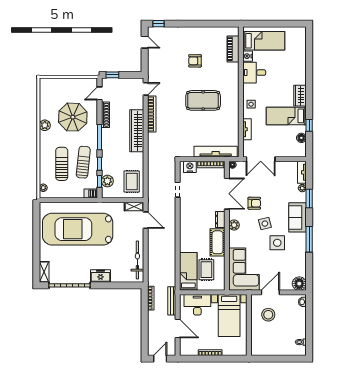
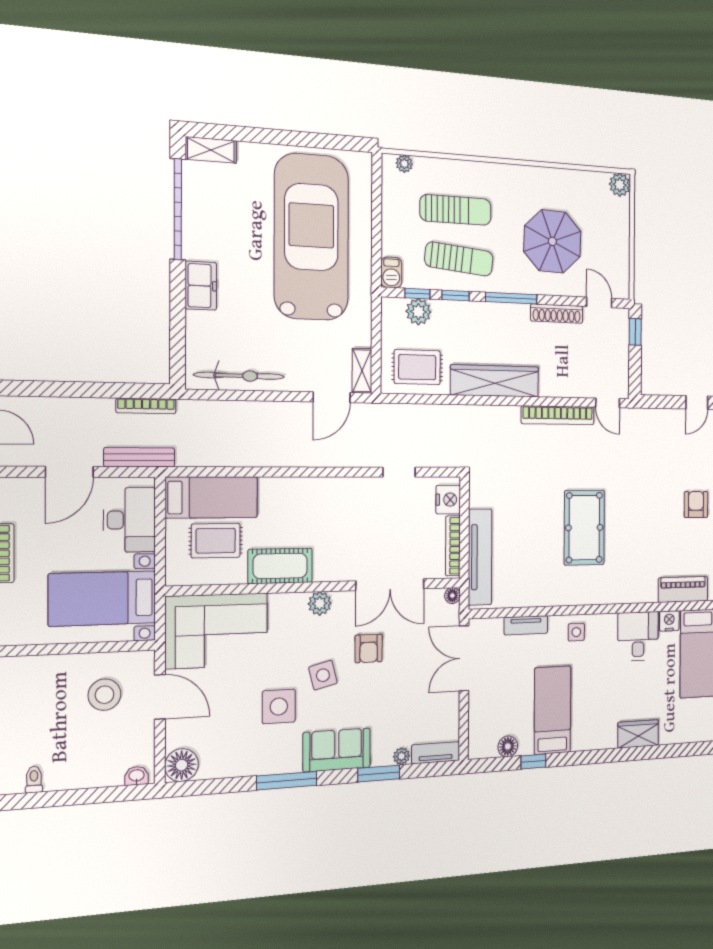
armchair: (195, 61) -> (696, 504), moved
wardrobe: (300, 96) -> (638, 734), moved
plant: (45, 125) -> (620, 185), moved
wardrobe: (137, 131) -> (495, 381), moved
dresser: (220, 220) -> (332, 571), removed

